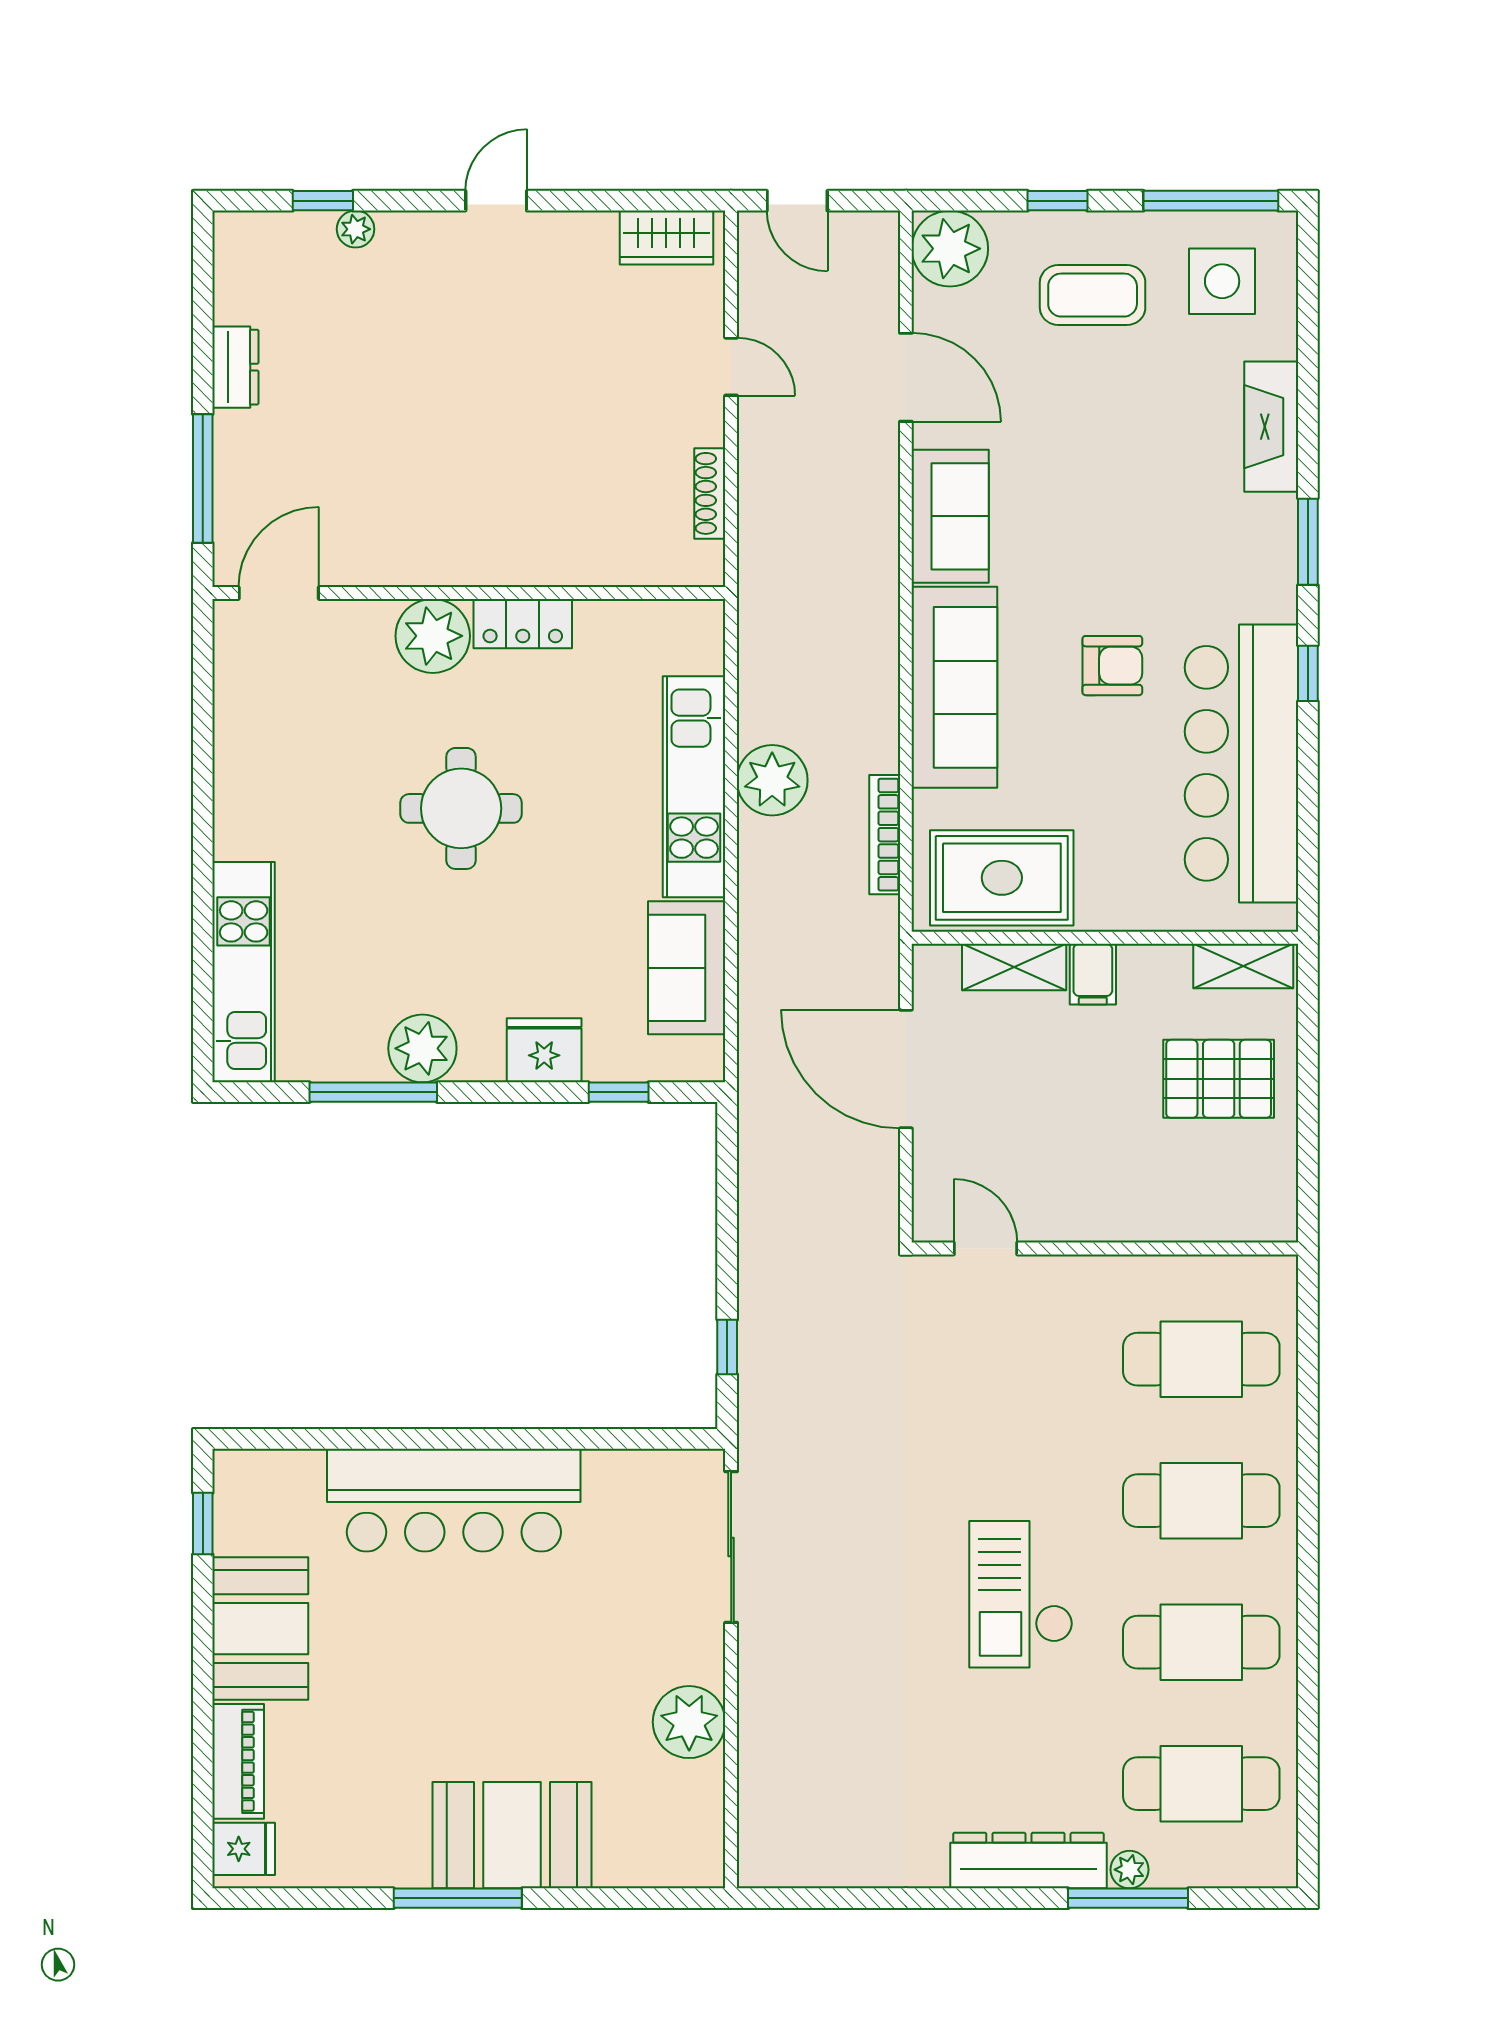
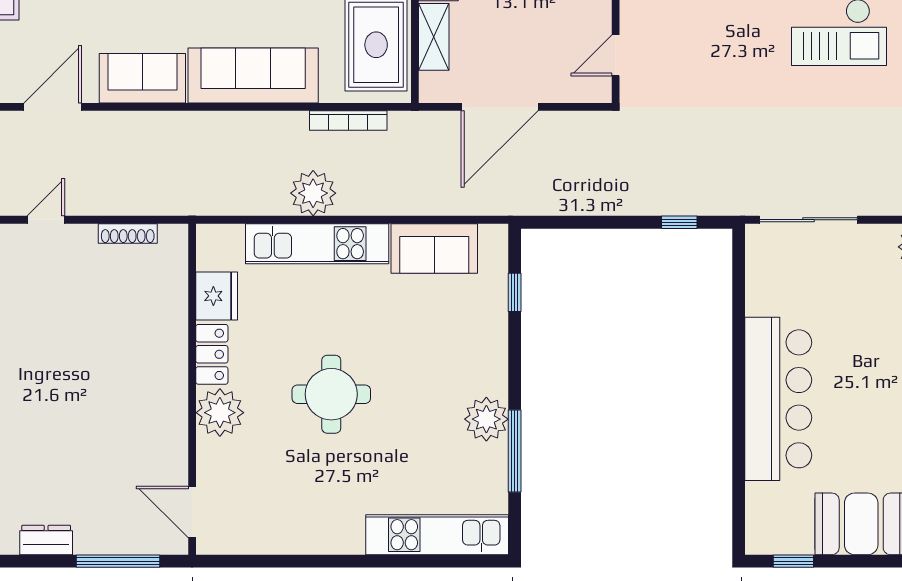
fridge: (544, 1050) -> (217, 296), moved, turned 180

